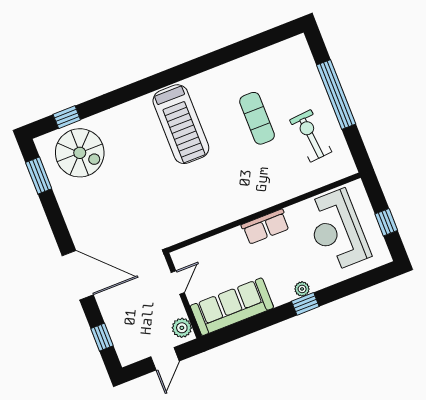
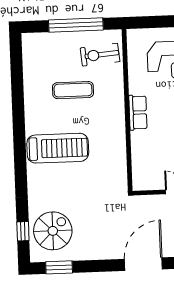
wall: (264, 213) -> (127, 110), moved
row of seats: (265, 227) -> (138, 113), moved

